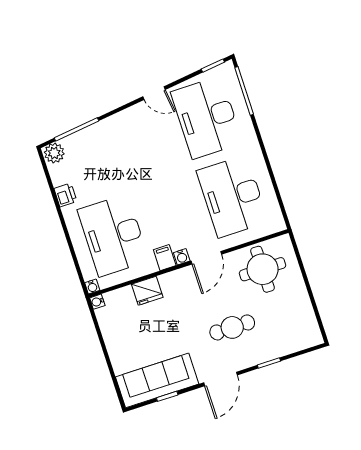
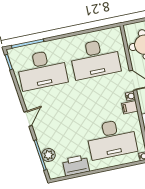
door: (154, 93) -> (28, 119), moved
plant: (54, 153) -> (48, 155), moved
printer: (65, 195) -> (76, 165), width x1.87, depth x1.48

